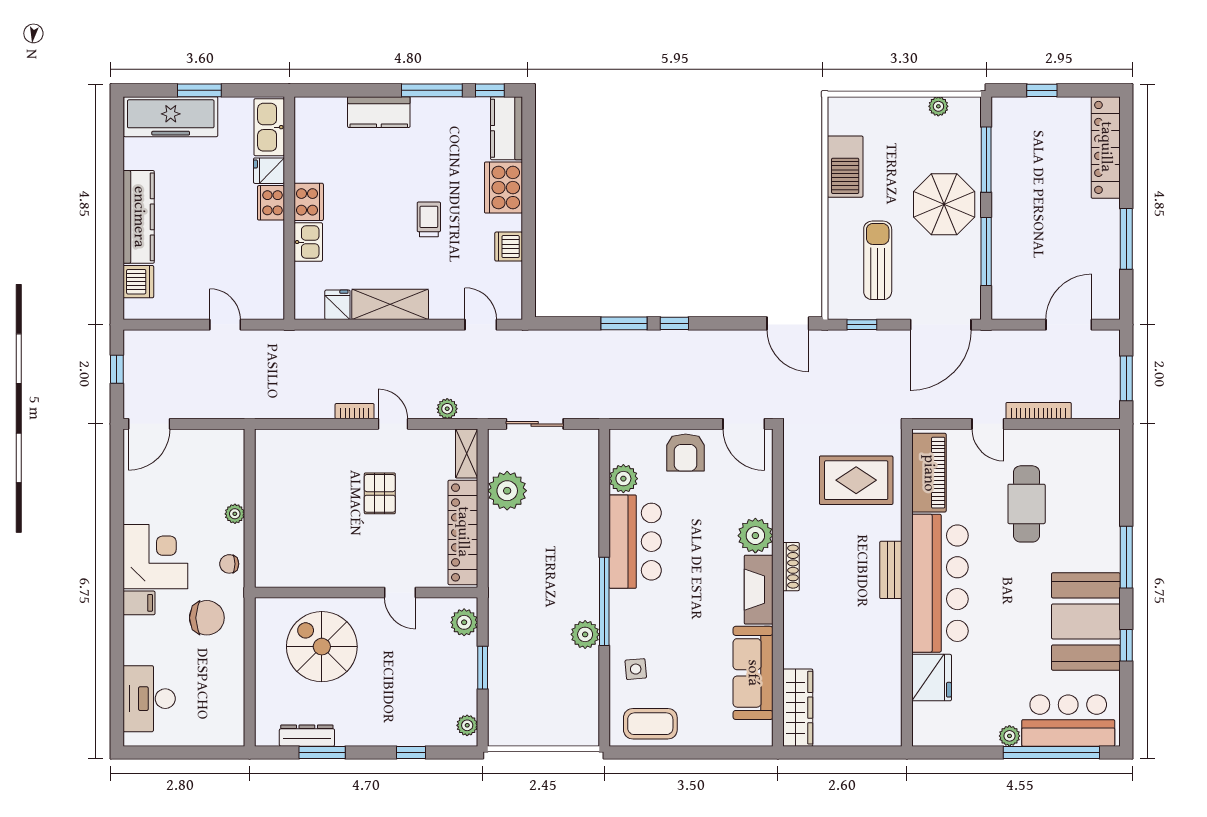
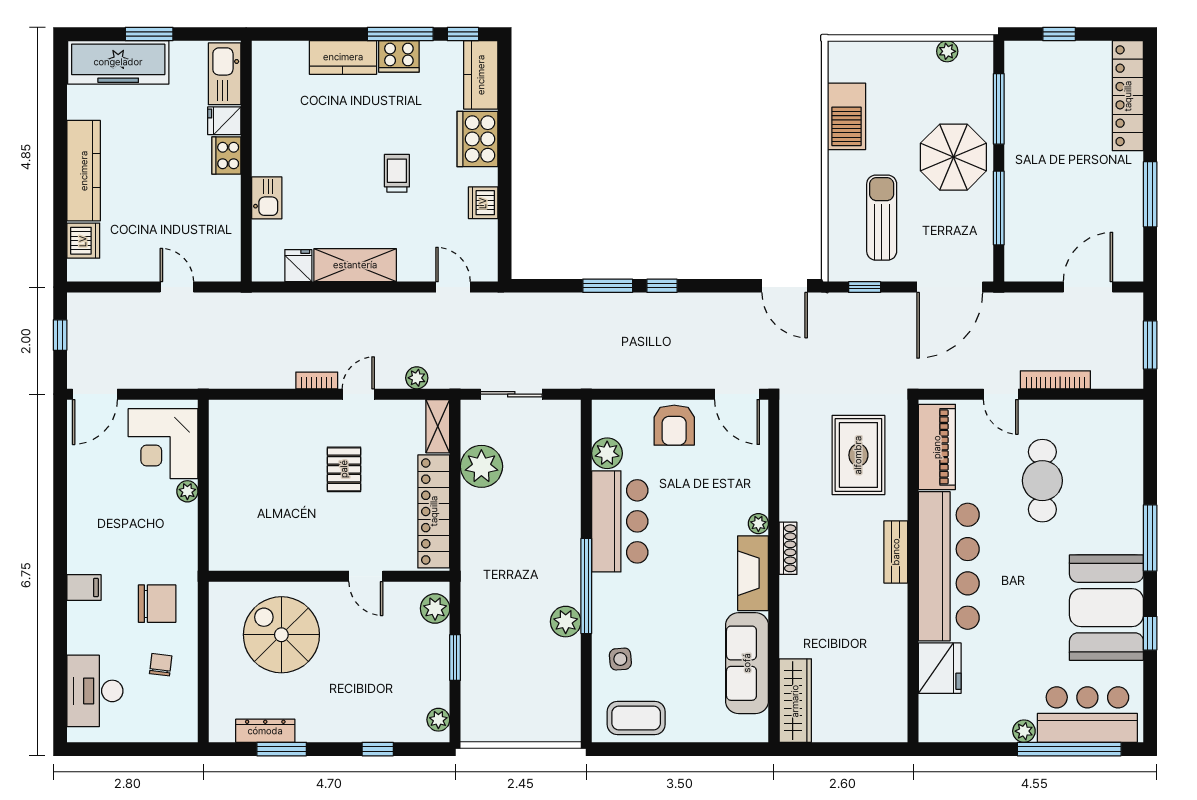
cooker: (309, 202) -> (399, 56), moved, turned 90
door: (393, 424) -> (358, 394), hinge flipped
rug: (856, 480) -> (858, 455), turned 90
plant: (755, 536) -> (758, 524), width x0.53, depth x0.53
corner desk: (155, 557) -> (163, 444), moved, turned 180
chair: (229, 564) -> (161, 665), moved, turned 97

